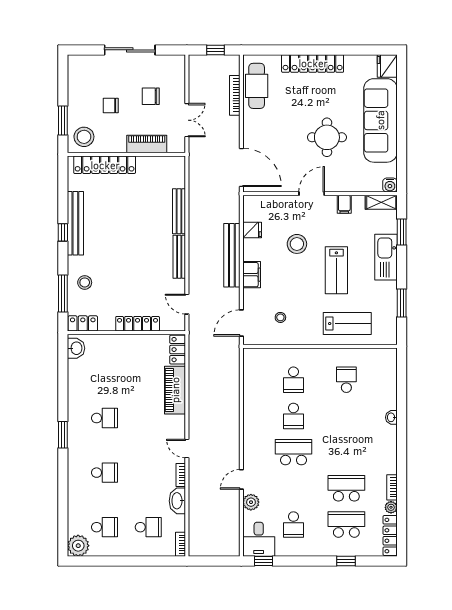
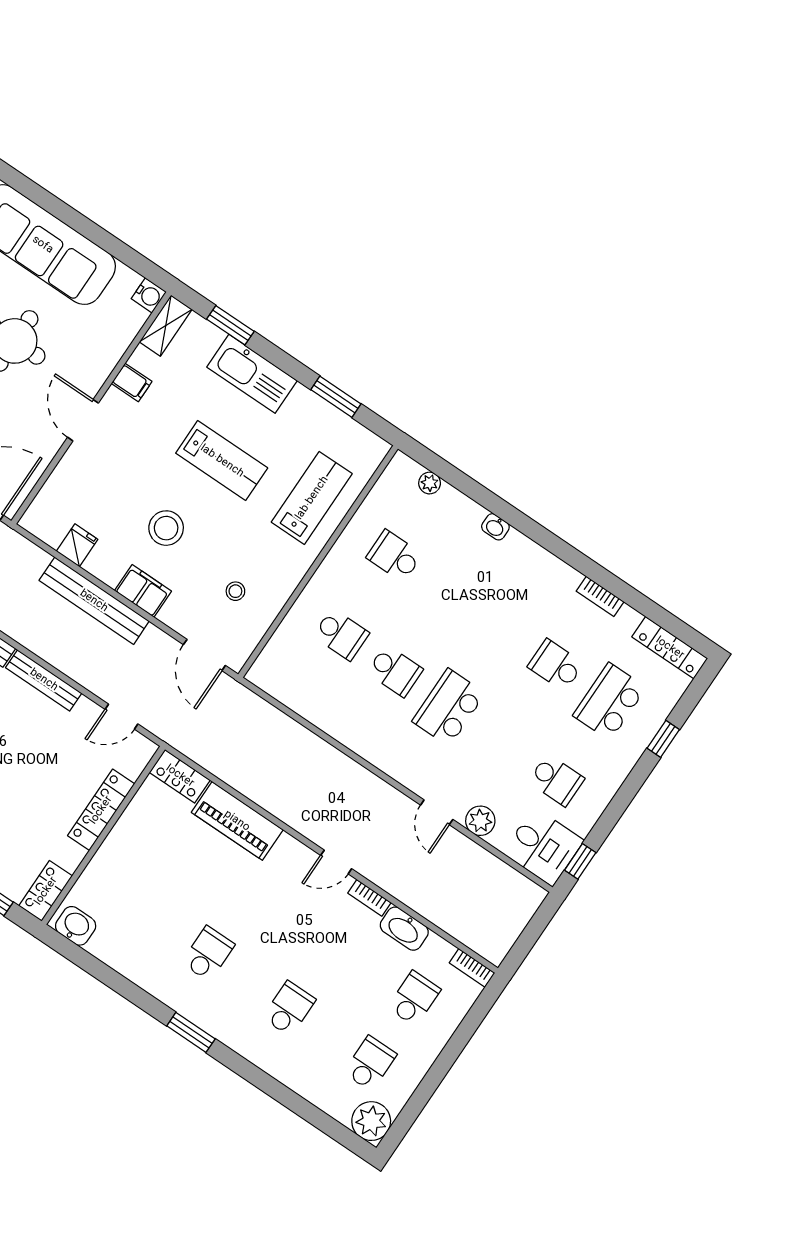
stool: (297, 244) -> (166, 528), moved
school desk: (346, 488) -> (556, 665), width x0.54
plant: (391, 507) -> (430, 483), moved

